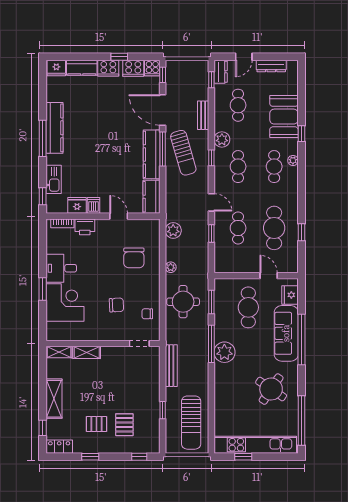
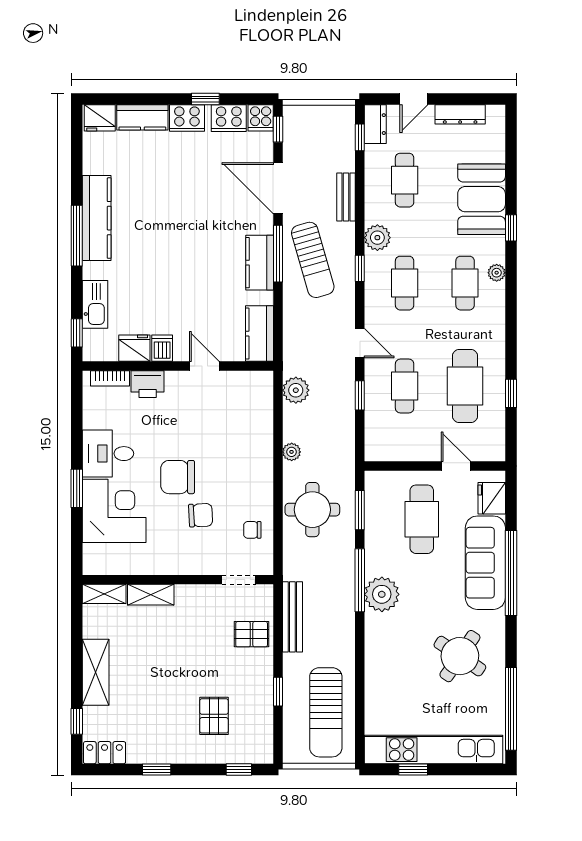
kitchen counter: (152, 154) -> (260, 263), width x0.67
chair: (134, 258) -> (178, 477), moved, turned 90
pallet: (96, 424) -> (252, 634), moved

